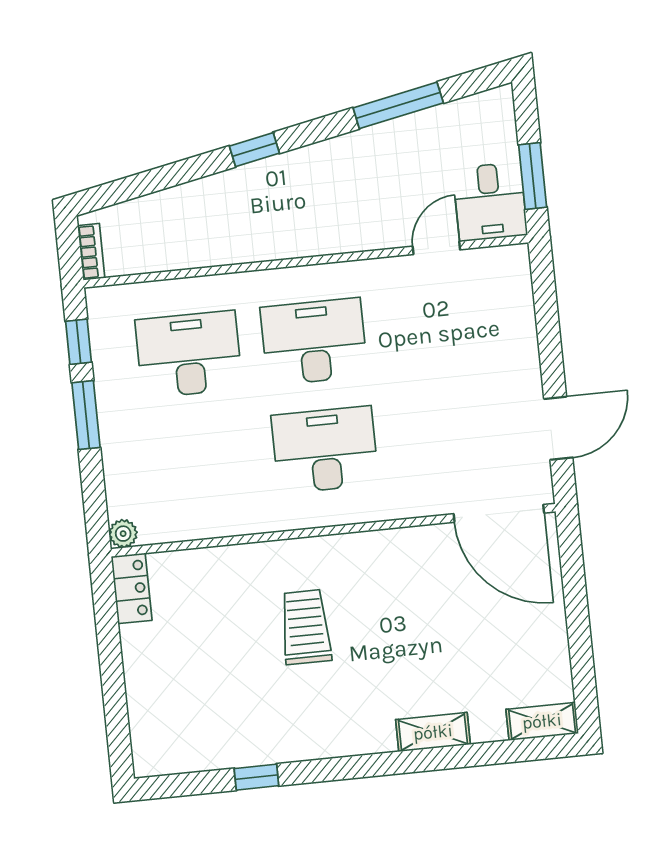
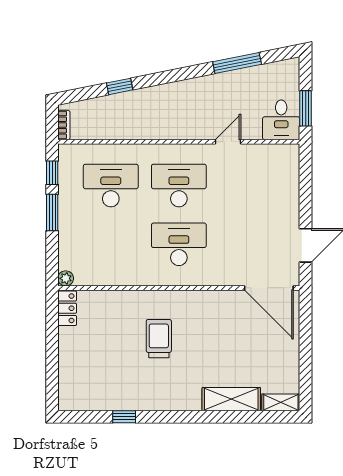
window: (254, 150) -> (120, 86), moved
door: (436, 248) -> (228, 142), moved
shelving: (433, 732) -> (231, 399), width x1.50, depth x1.33

